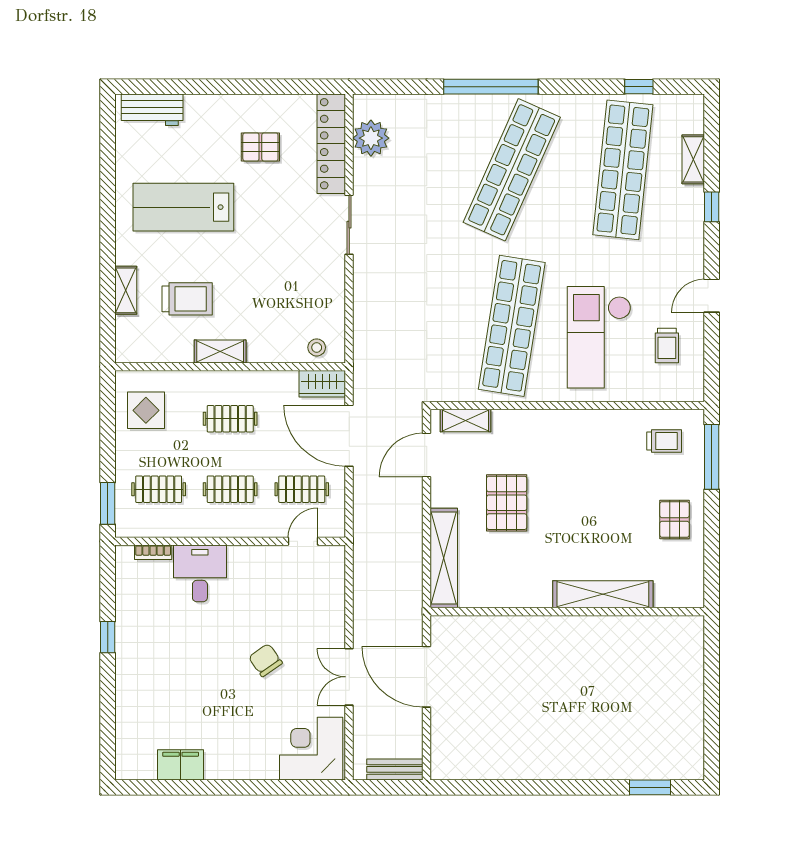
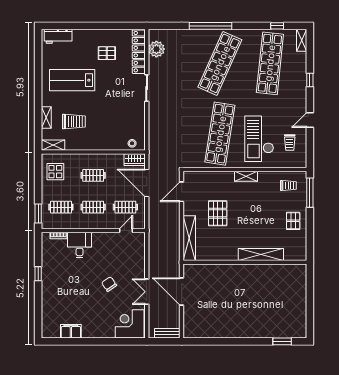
shelving: (693, 159) -> (302, 40), moved
shelving: (220, 351) -> (53, 145), moved
shelving: (466, 420) -> (246, 176), moved

